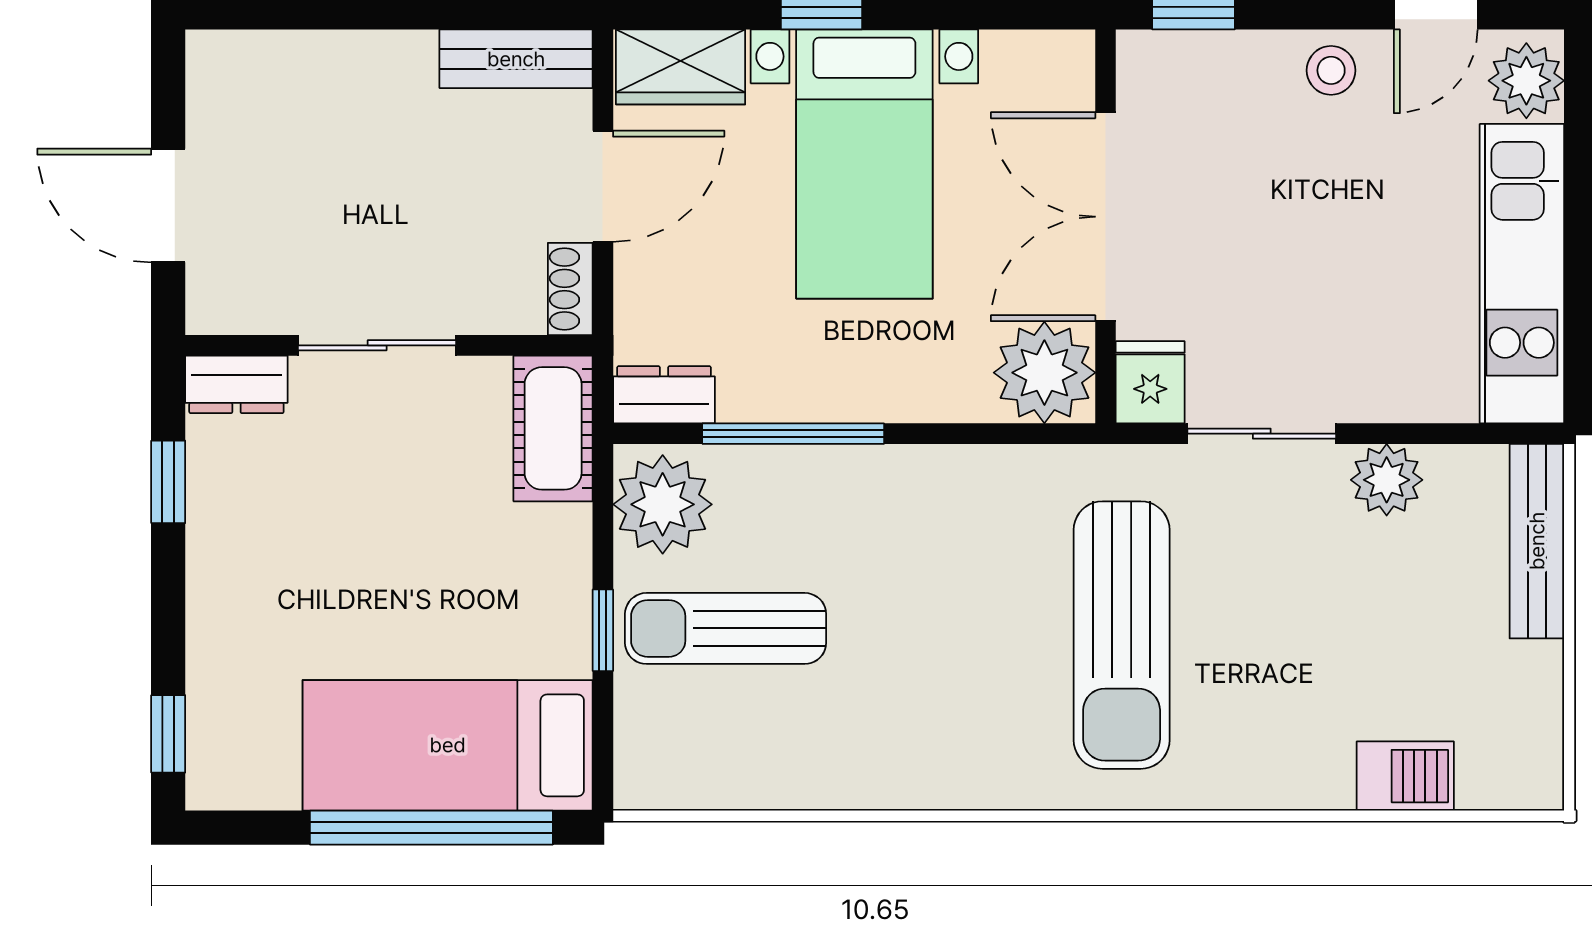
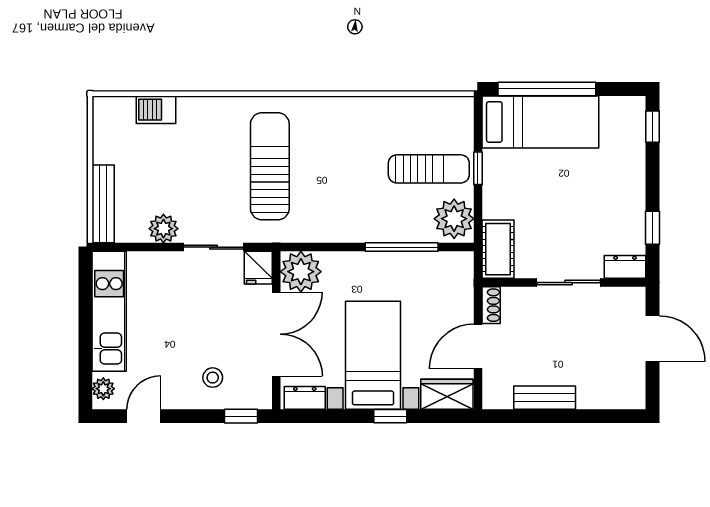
bench: (516, 59) -> (545, 398), moved
stool: (1331, 70) -> (213, 378), moved
plant: (1526, 81) -> (103, 389), width x0.73, depth x0.73
dresser: (664, 395) -> (305, 398), moved, turned 180

